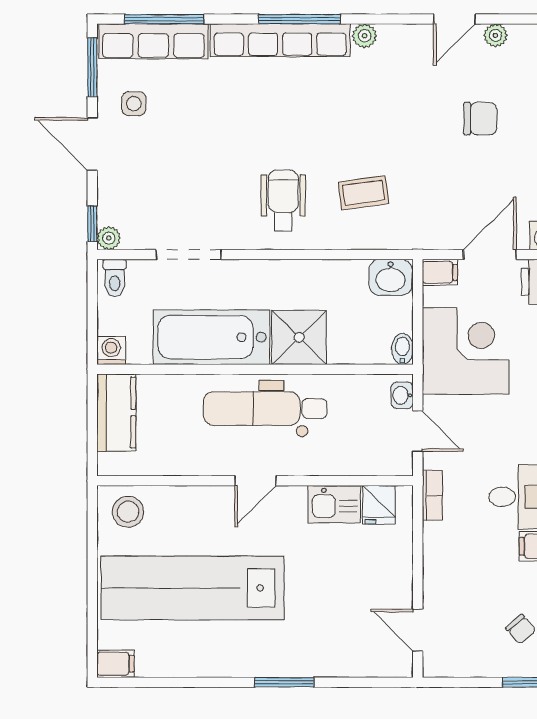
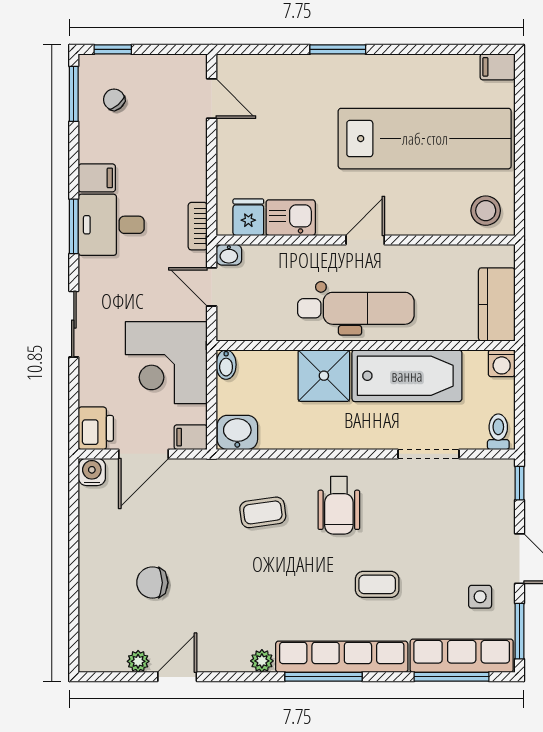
coffee table: (243, 117) -> (377, 584), added
plant: (109, 238) -> (504, 470), removed
washbasin: (402, 395) -> (229, 255), moved, turned 90

